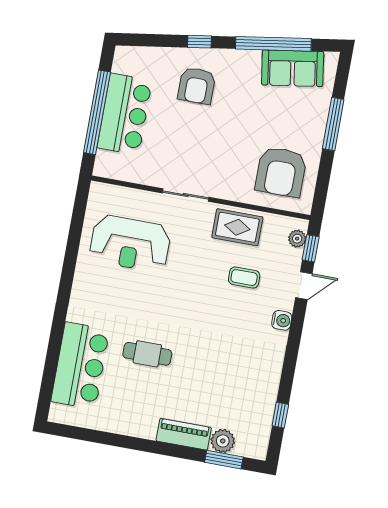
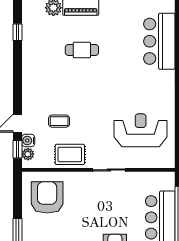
water cooler: (282, 320) -> (28, 140), moved
cafe table: (147, 354) -> (82, 50), moved

